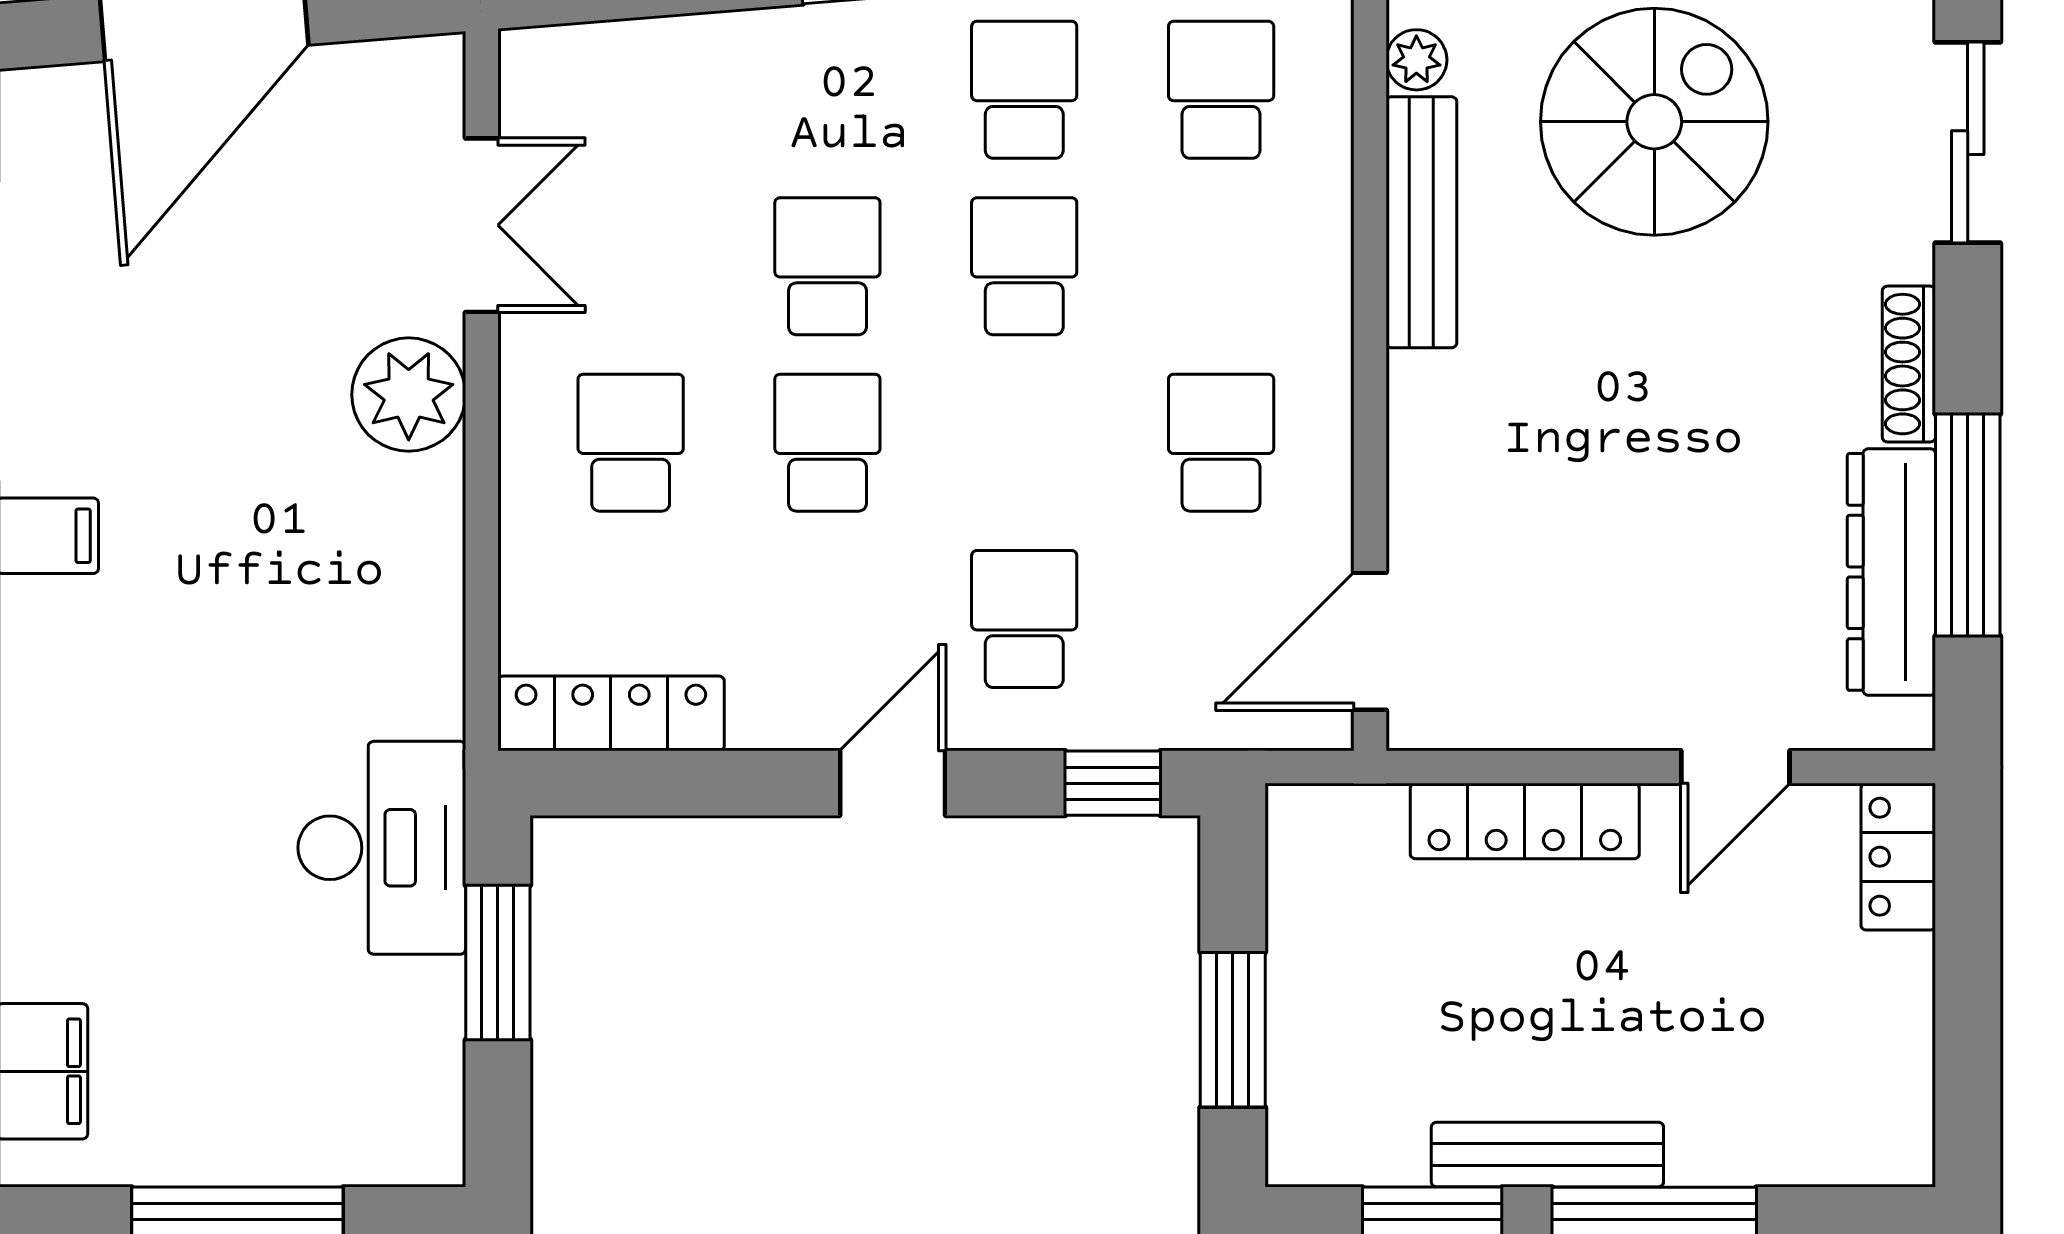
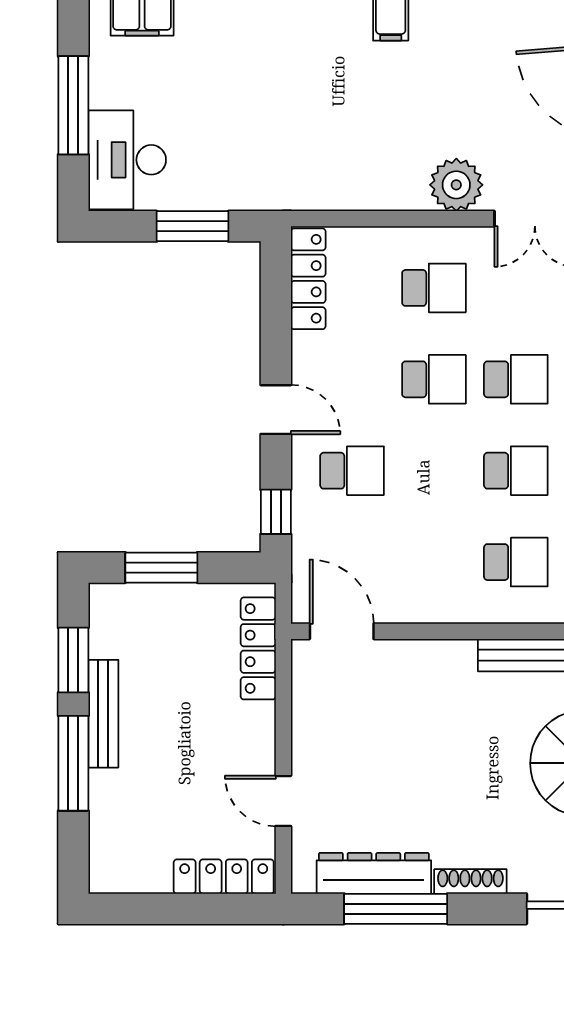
school desk: (1221, 443) -> (516, 562), moved
locker: (1525, 821) -> (258, 648), moved
desk: (382, 848) -> (127, 160), moved, turned 90
locker: (1898, 857) -> (224, 877), width x1.53

